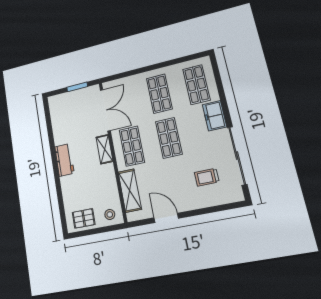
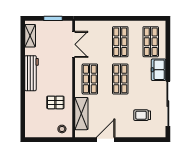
double door: (105, 110) -> (74, 44), width x0.73
shelving: (105, 149) -> (30, 36), moved
workbench: (64, 160) -> (32, 73), width x1.38
pallet: (84, 218) -> (55, 102), moved
door: (166, 218) -> (106, 140), hinge flipped

